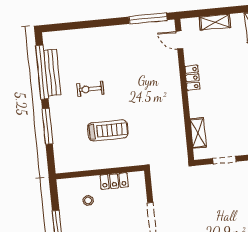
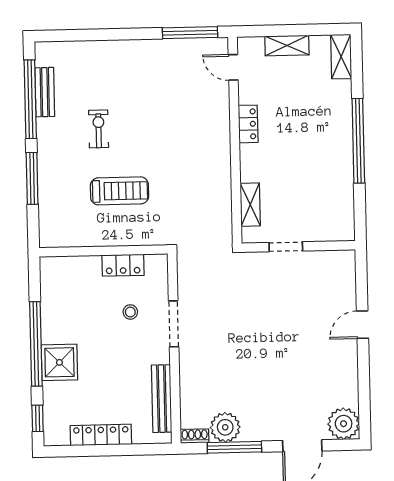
bench: (52, 73) -> (45, 92), width x0.73
exercise bike: (90, 89) -> (99, 129), turned 90
stool: (88, 200) -> (130, 312), moved

